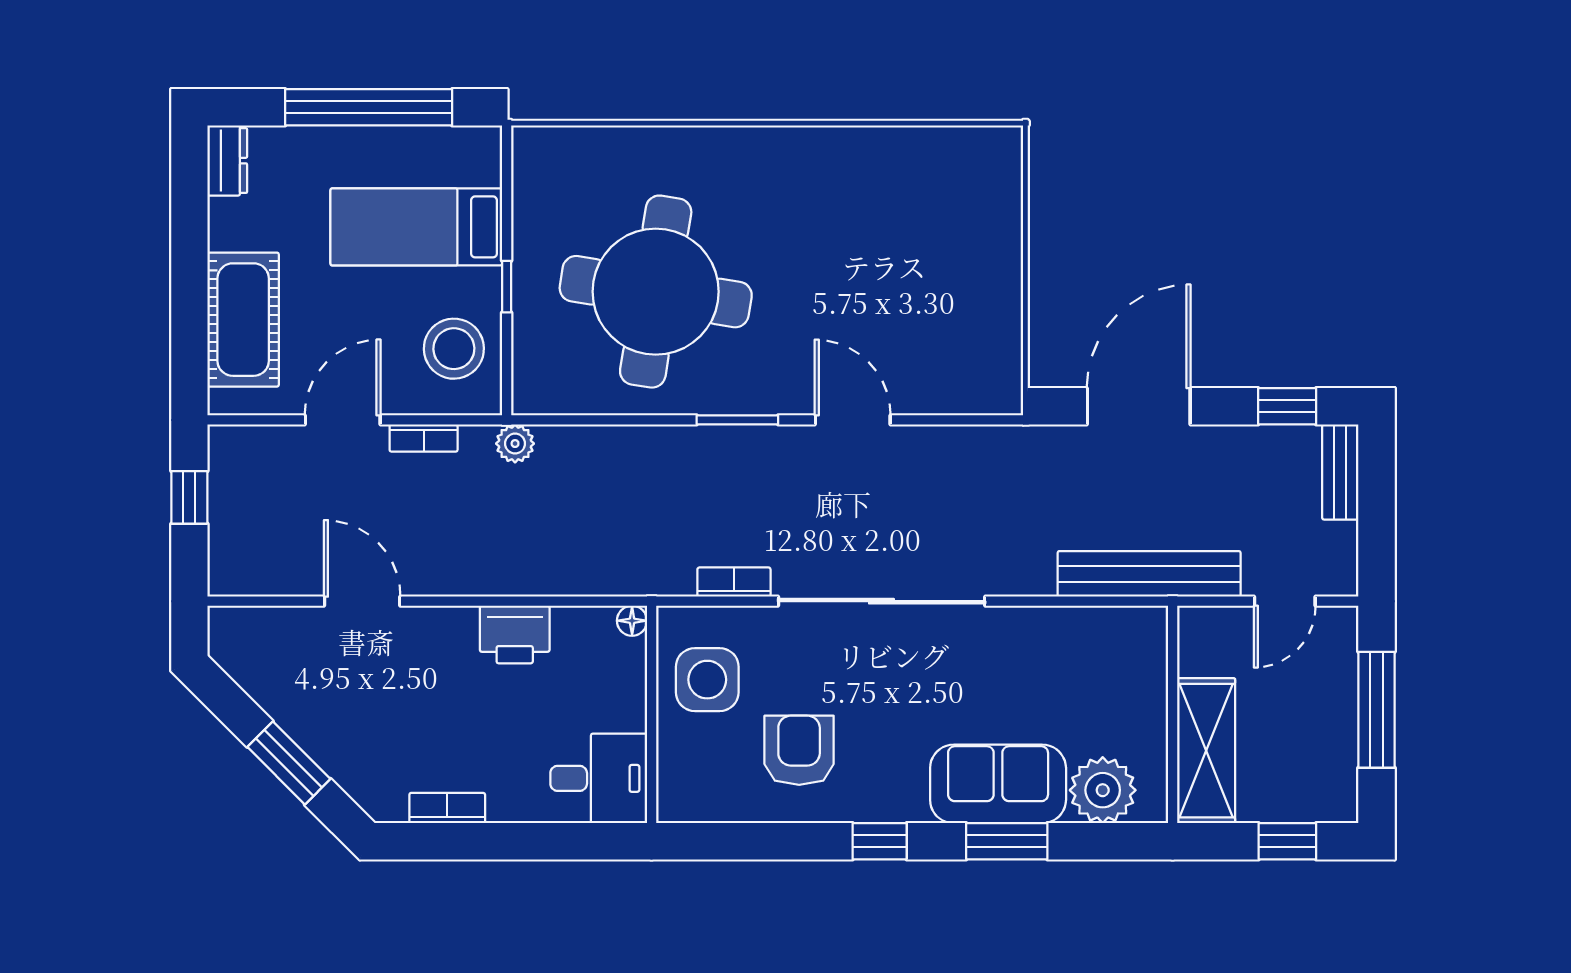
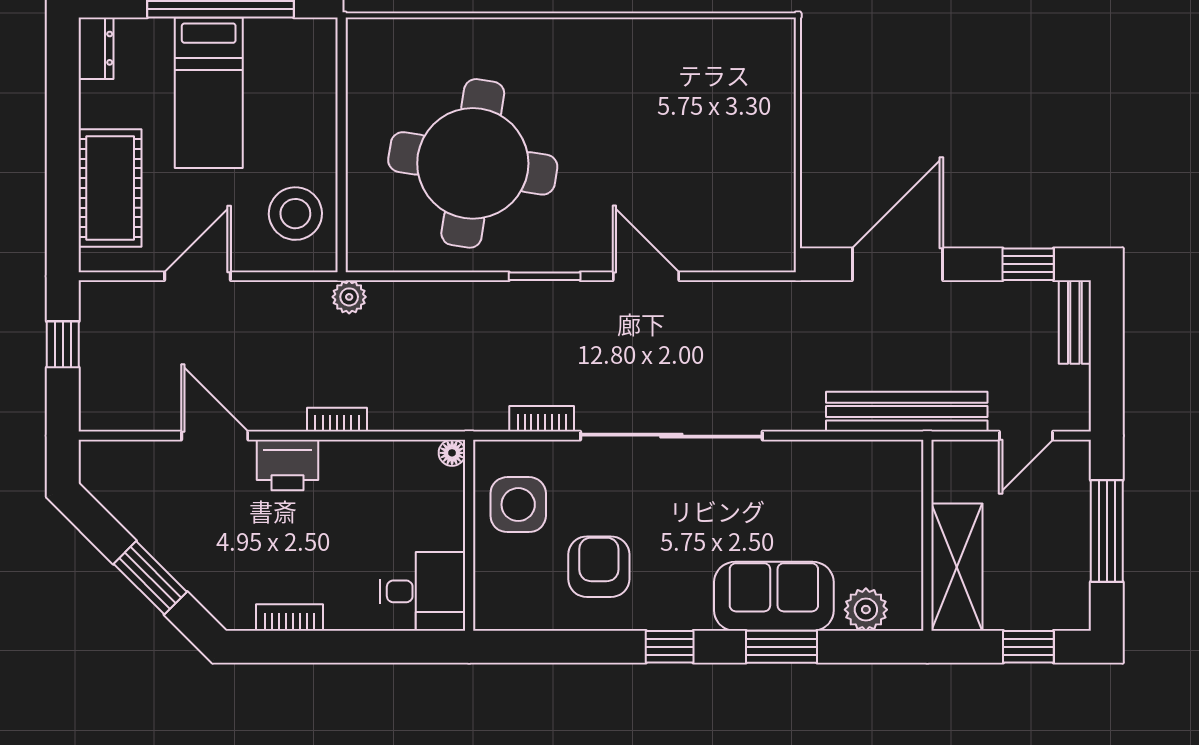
bed: (416, 227) -> (209, 93), moved, turned -90
window: (507, 287) -> (342, 159), removed
bookcase: (424, 438) -> (337, 420), moved, turned 180
printer: (515, 635) -> (288, 465), moved
plant: (1103, 790) -> (866, 610), width x0.73, depth x0.73

